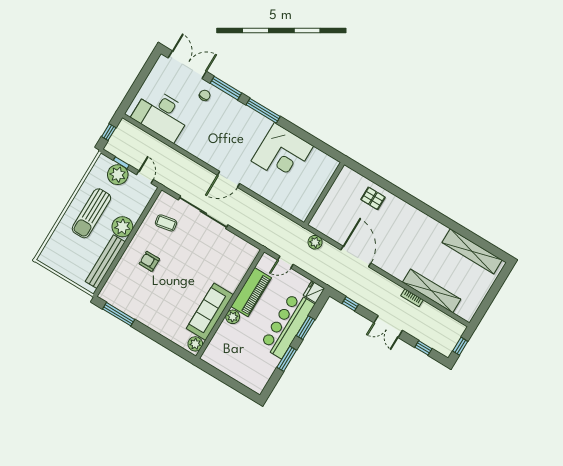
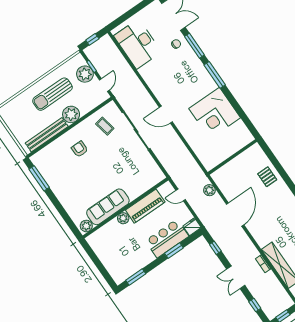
bar counter: (287, 325) -> (167, 238), width x0.73
window: (287, 359) -> (136, 277), moved

